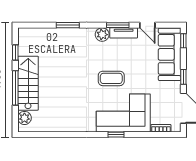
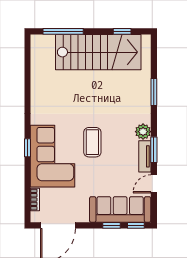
window: (183, 77) -> (111, 225), moved
stairs: (28, 83) -> (98, 52), width x1.36, depth x1.51
window: (15, 88) -> (63, 31), moved
plant: (24, 118) -> (47, 42), removed

